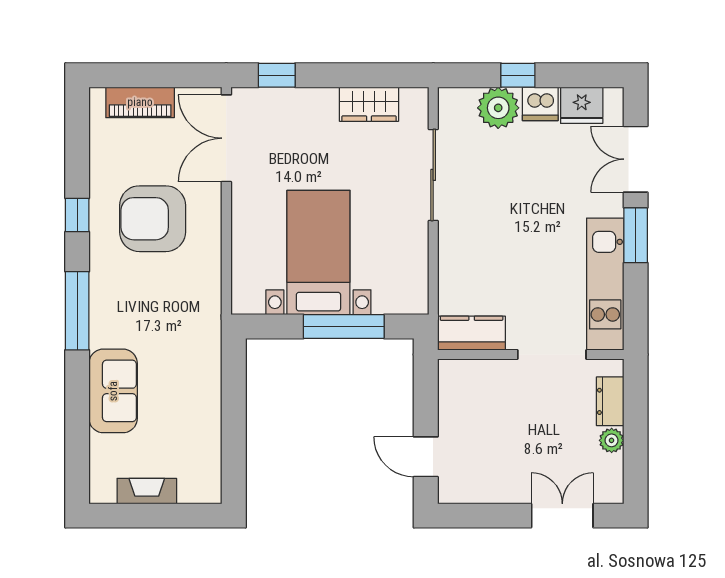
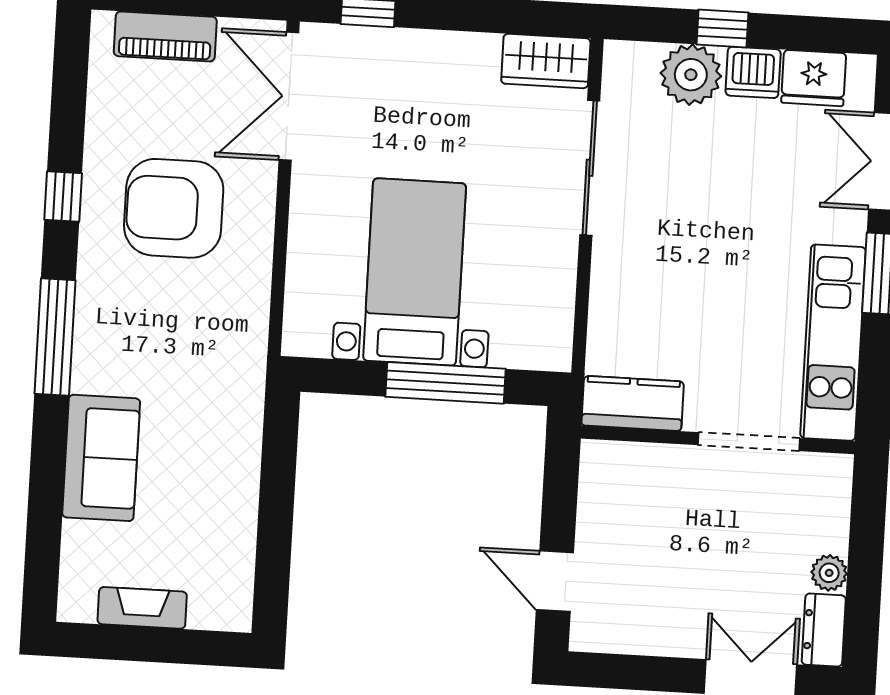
wardrobe: (369, 104) -> (546, 61), moved
dresser: (610, 401) -> (824, 630), moved

